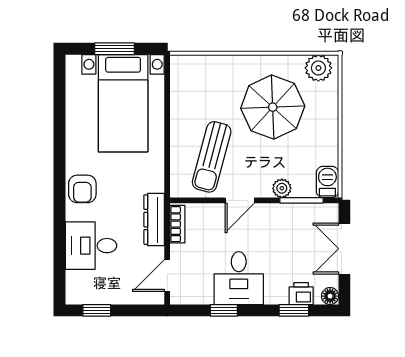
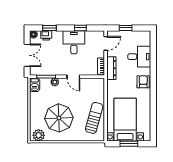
sun lounger: (212, 157) -> (94, 118), moved
door: (240, 200) -> (73, 77), swing flipped
window: (97, 310) -> (126, 28), moved

